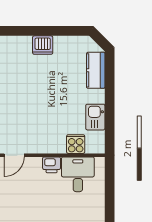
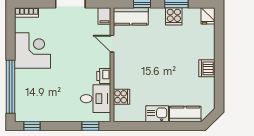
kitchen sink: (95, 117) -> (157, 114), moved
window: (110, 180) -> (90, 126), added

